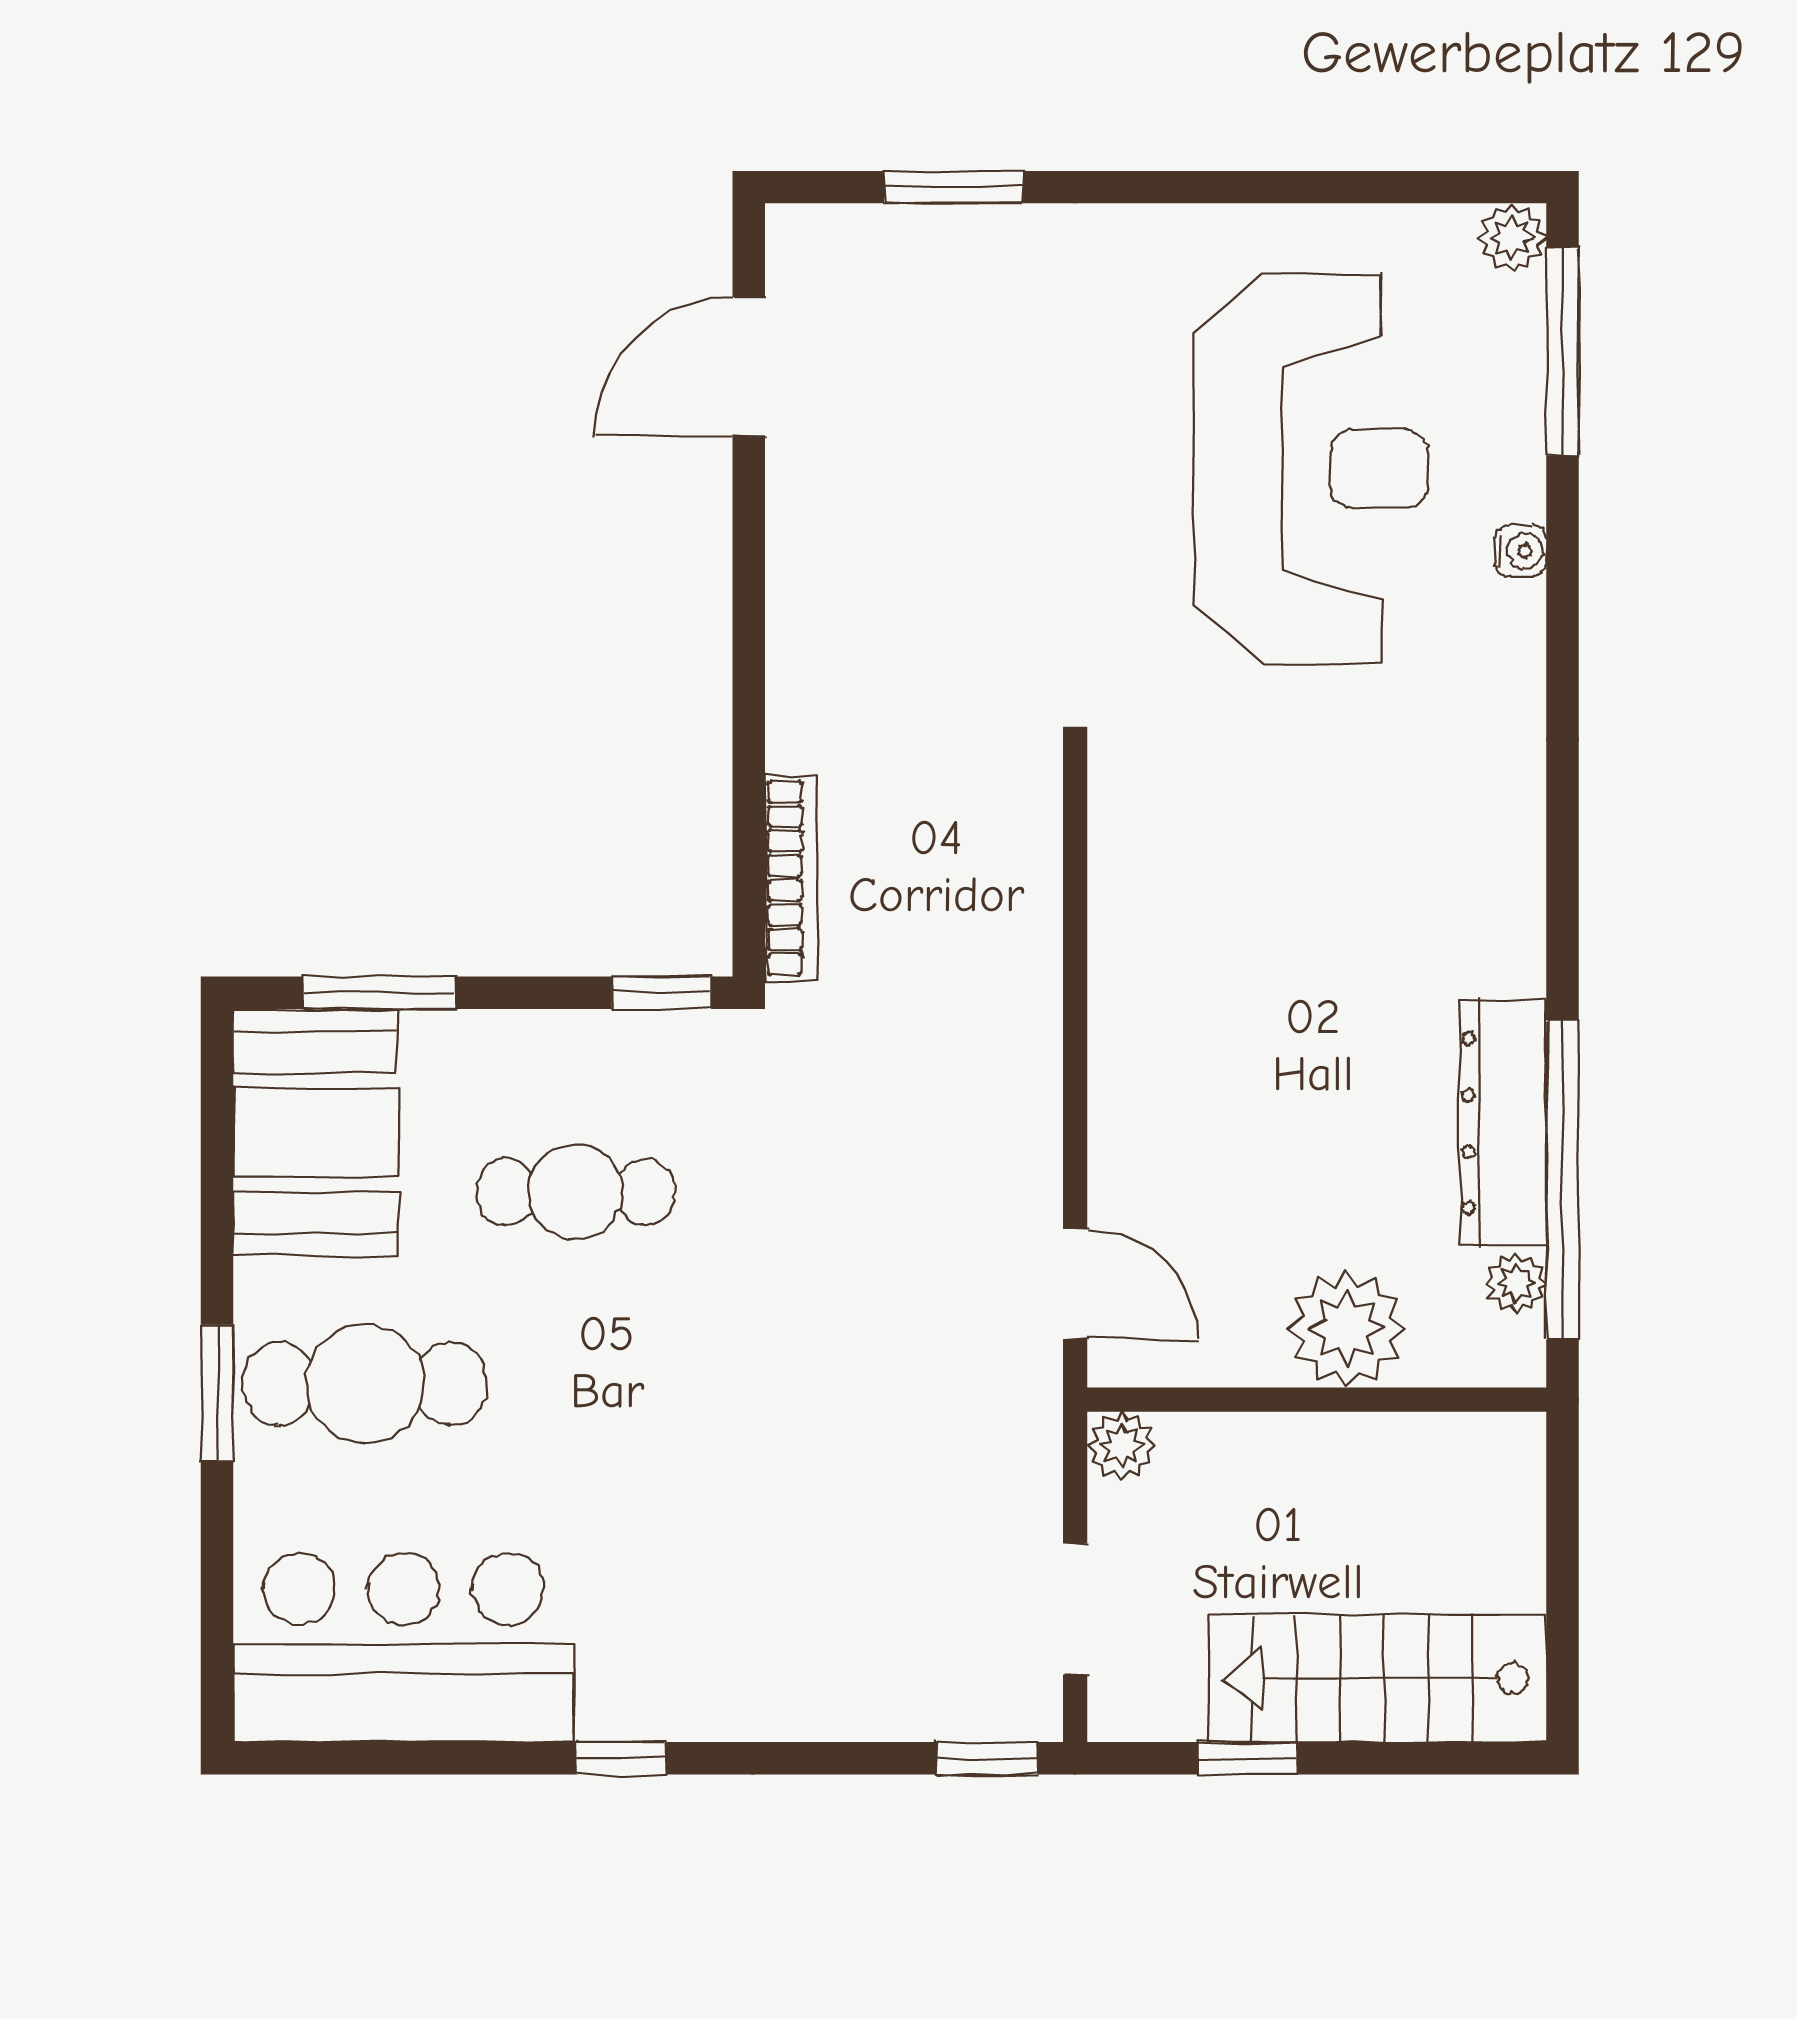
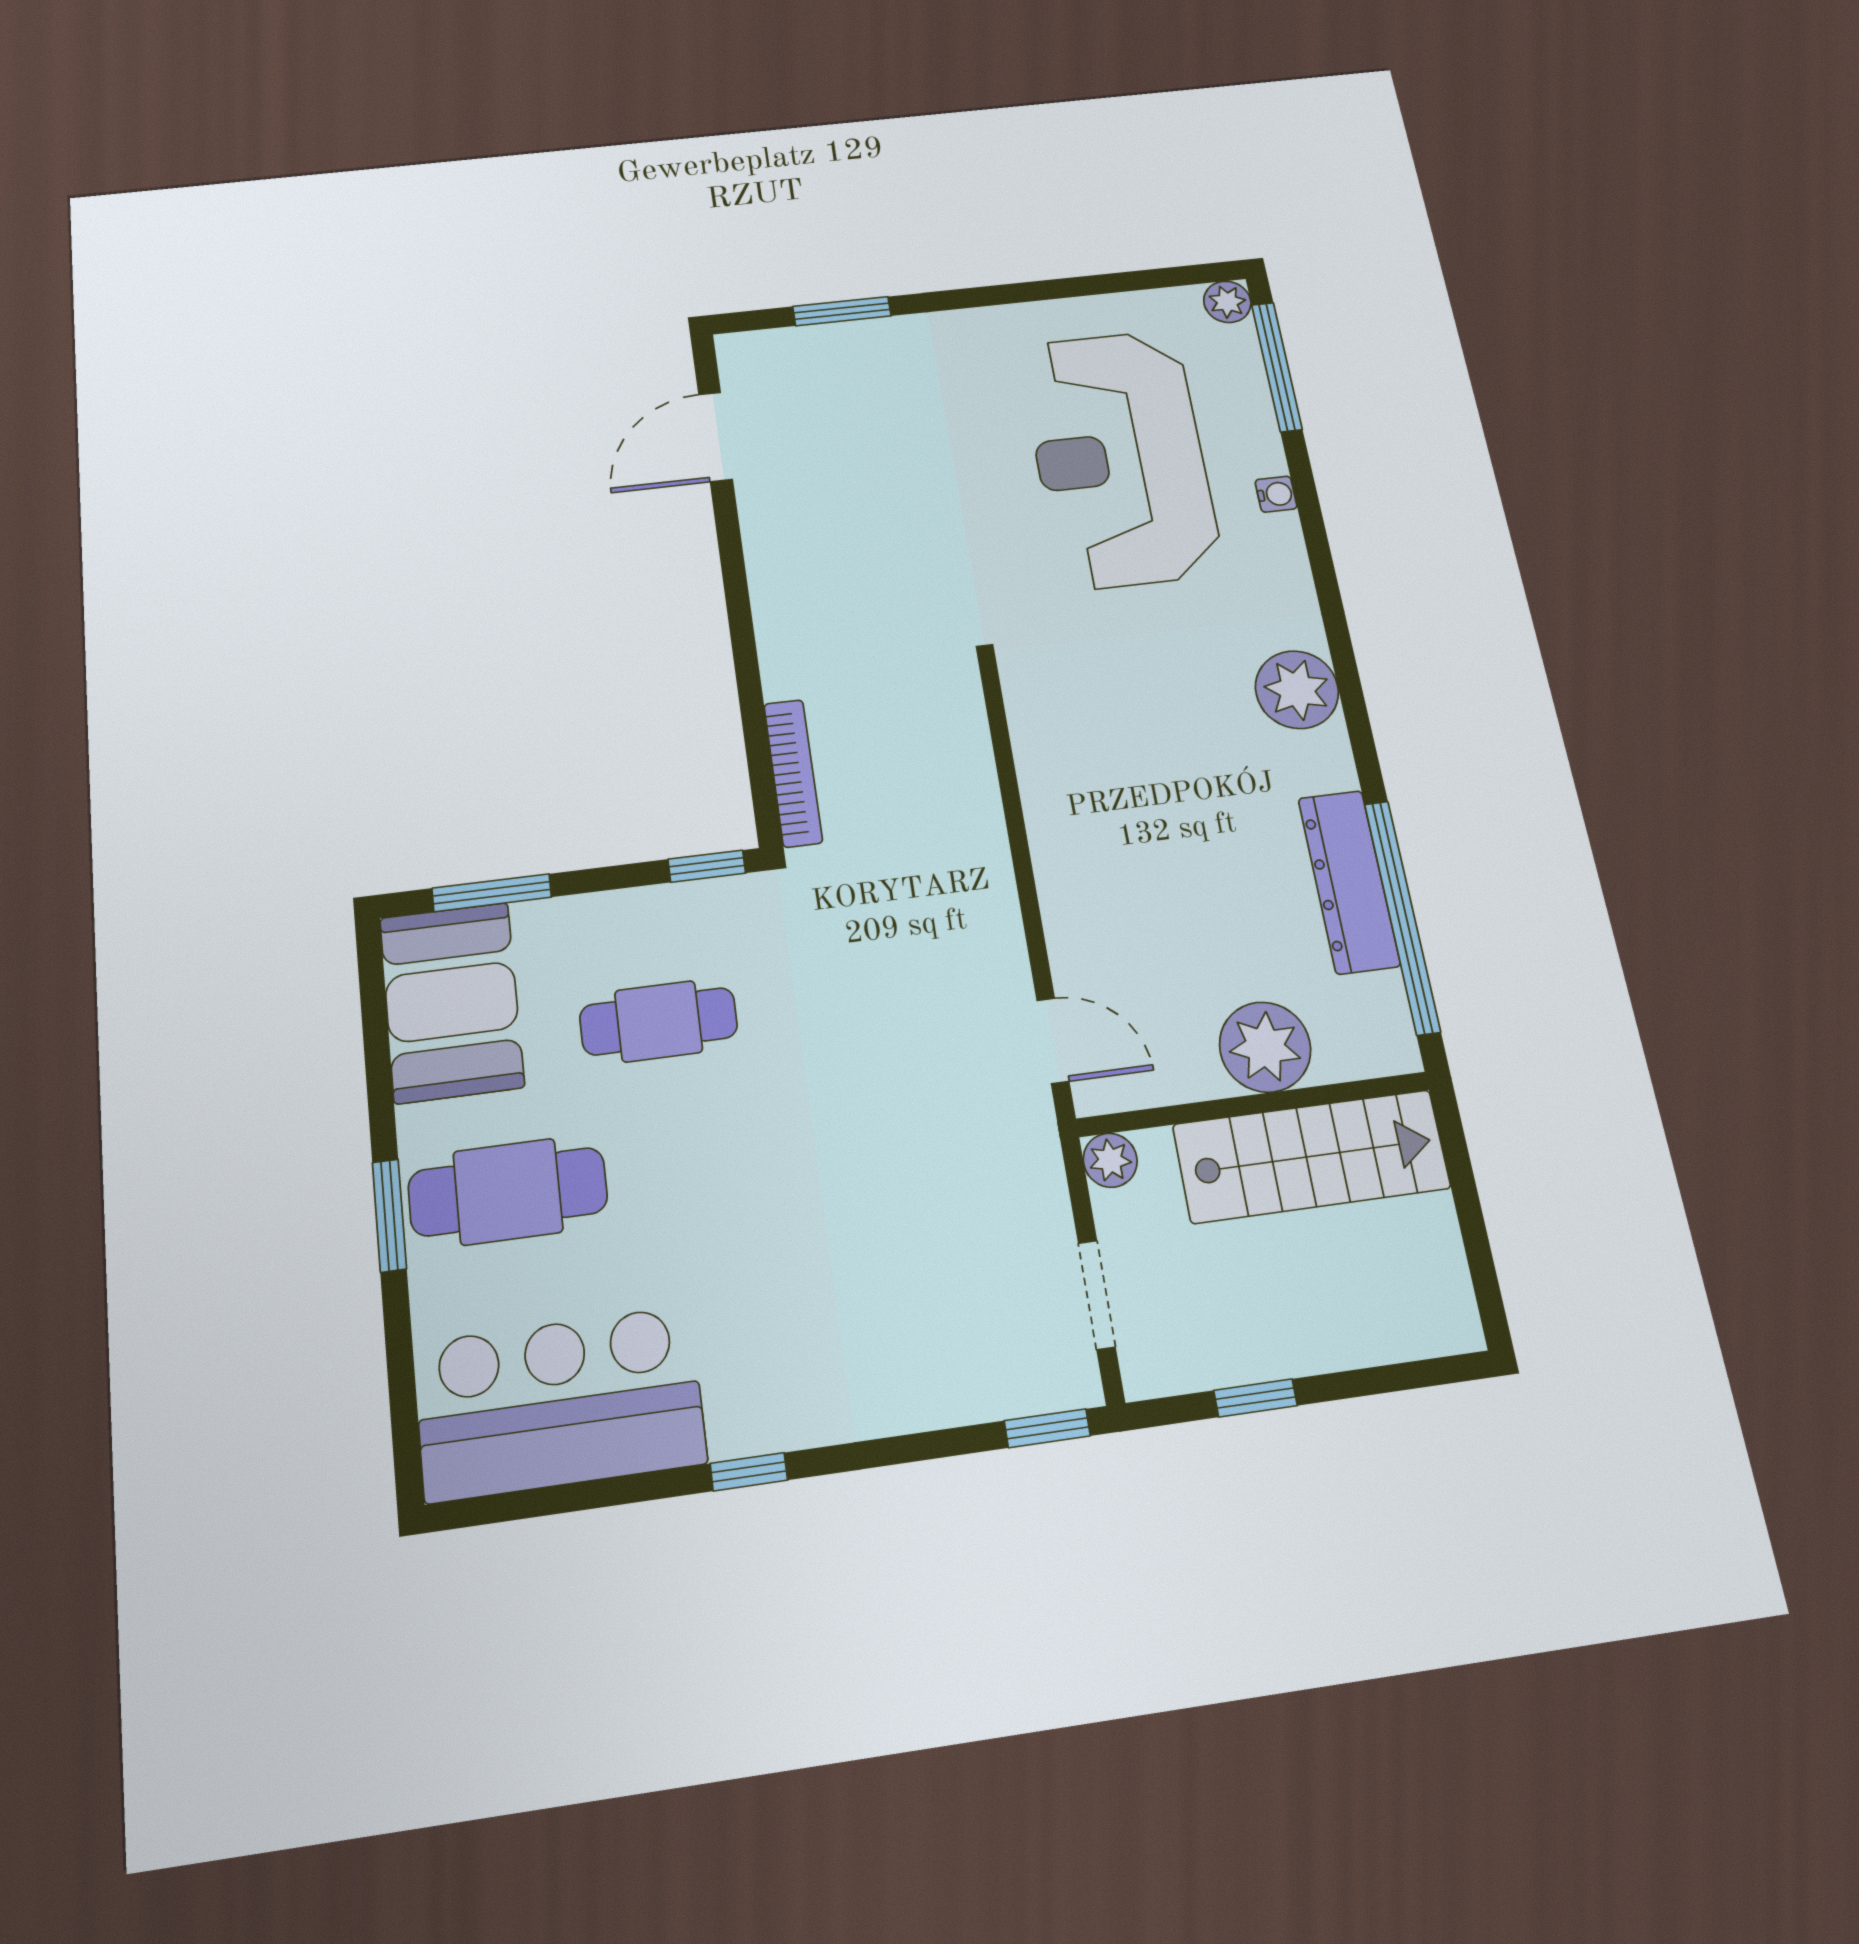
reception desk: (1311, 469) -> (1120, 458), turned 180
plant: (1516, 1283) -> (1297, 690), moved, width x1.87, depth x1.87
stairs: (1377, 1678) -> (1311, 1156), moved, turned 180

